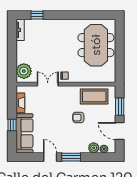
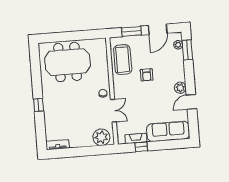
window: (37, 15) -> (39, 105), moved
double door: (48, 84) -> (113, 111), swing flipped
window: (12, 125) -> (141, 147), moved
plant: (94, 148) -> (180, 88), moved
window: (71, 157) -> (187, 50), moved

